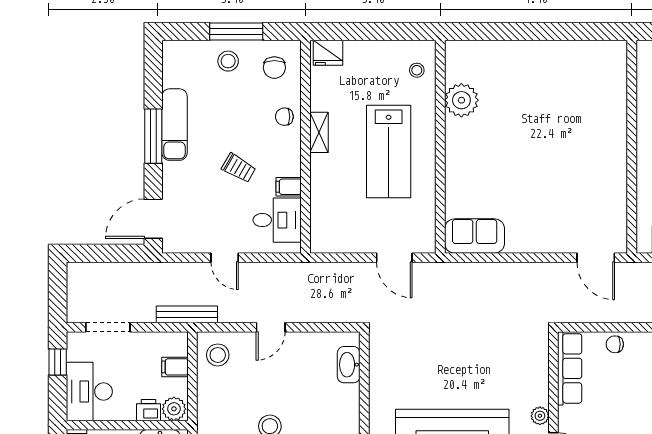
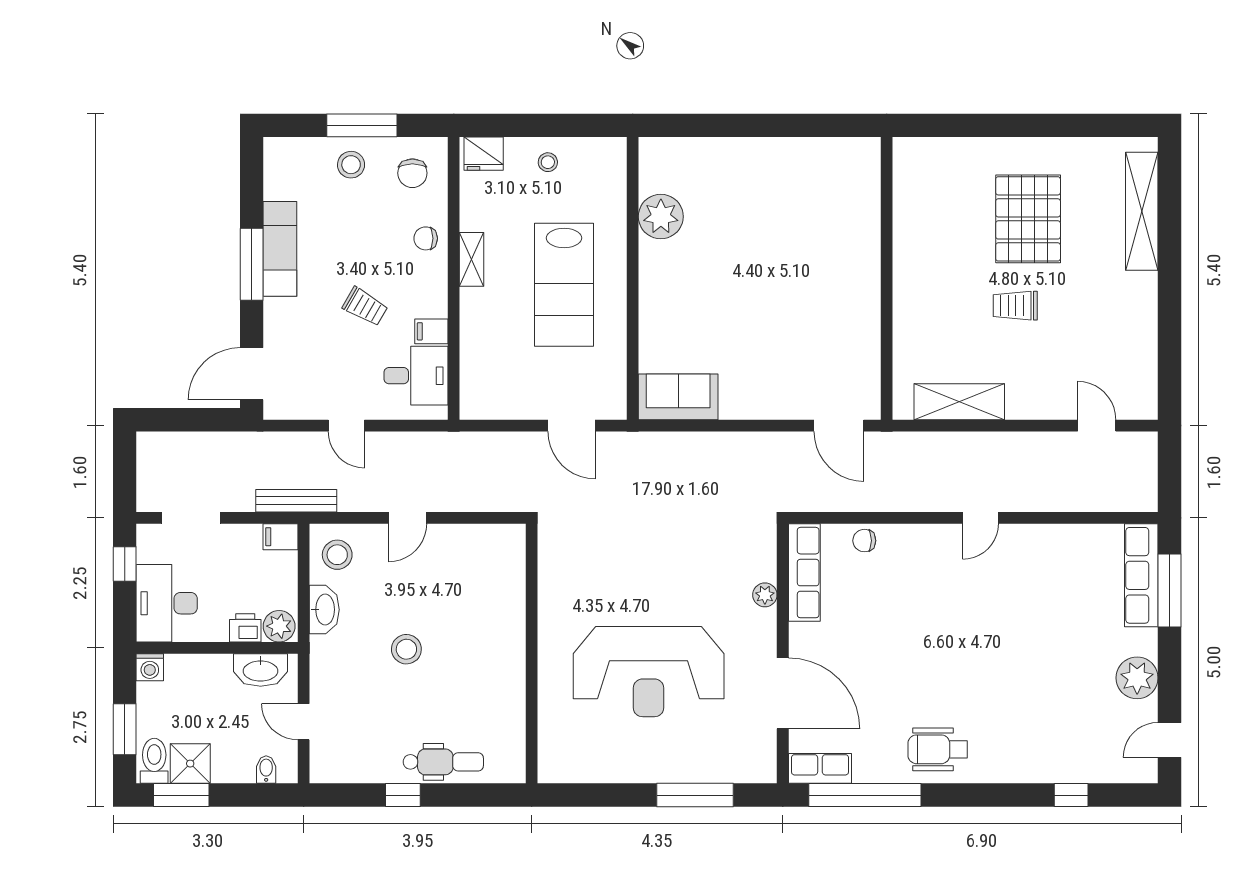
stool: (417, 70) -> (548, 162), moved
washbasin: (349, 365) -> (324, 610), moved, turned 180
filing cabinet: (175, 367) -> (280, 537), moved
plant: (540, 416) -> (765, 595), moved

